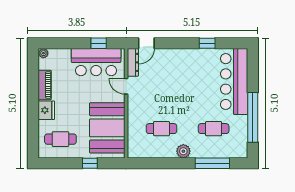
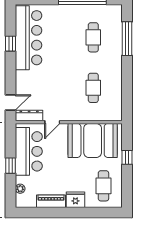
window: (99, 43) -> (10, 166), moved
door: (146, 43) -> (10, 103), hinge flipped
plant: (43, 53) -> (20, 189), moved
bar counter: (234, 82) -> (29, 38), moved, turned -90
plant: (183, 151) -> (115, 67), removed

